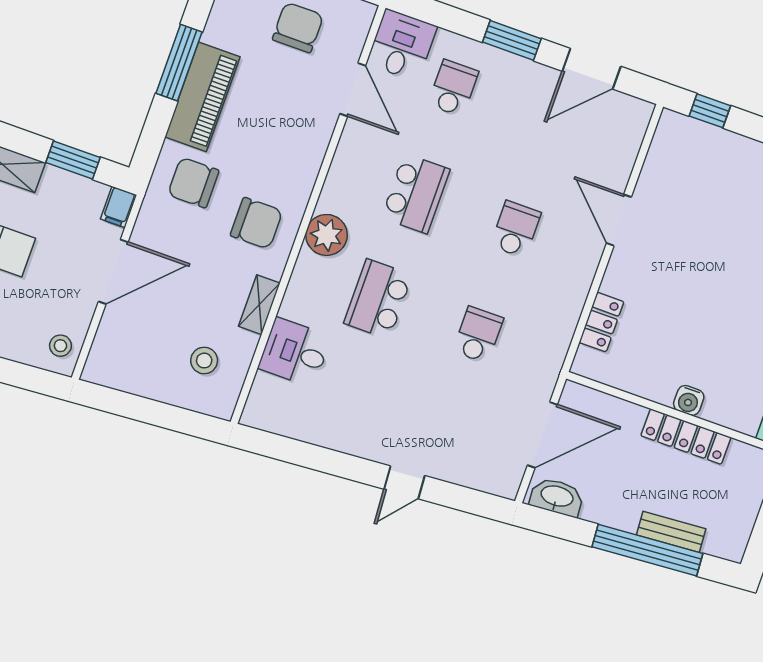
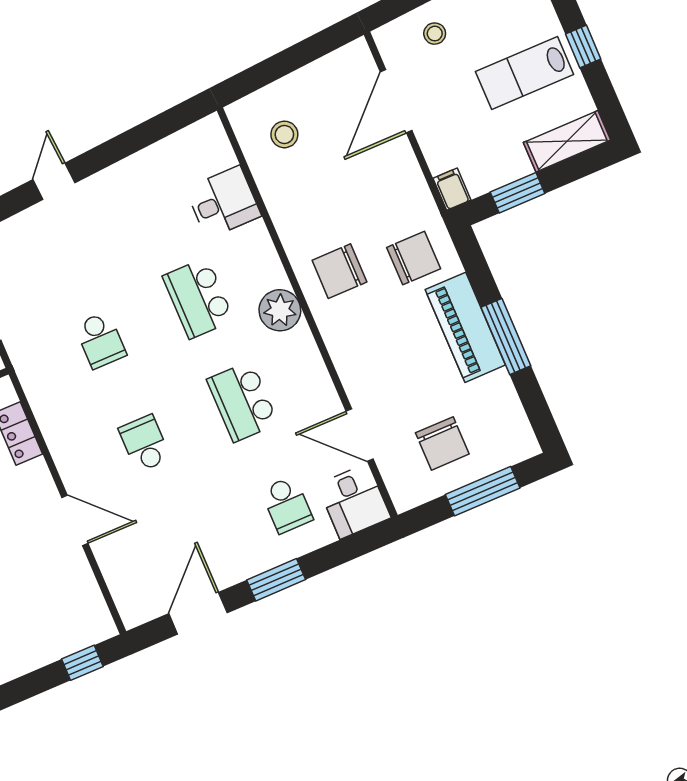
school desk: (516, 229) -> (145, 443), turned 180
door: (113, 272) -> (396, 101), moved
school desk: (378, 299) -> (198, 298), turned 180
shelving: (259, 305) -> (282, 213), removed
stool: (60, 346) -> (435, 34), moved

